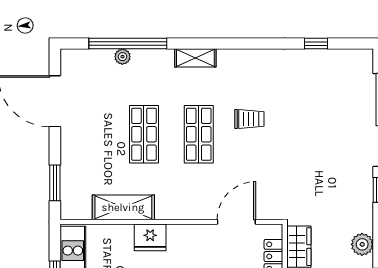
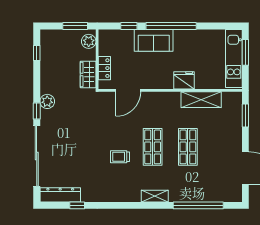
plant: (122, 57) -> (202, 197), removed
dresser: (342, 60) -> (60, 195), added
plant: (362, 244) -> (47, 101), moved

